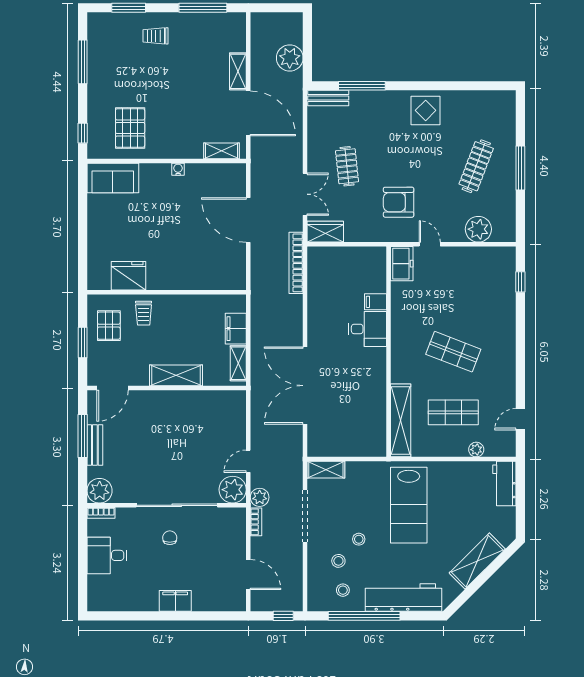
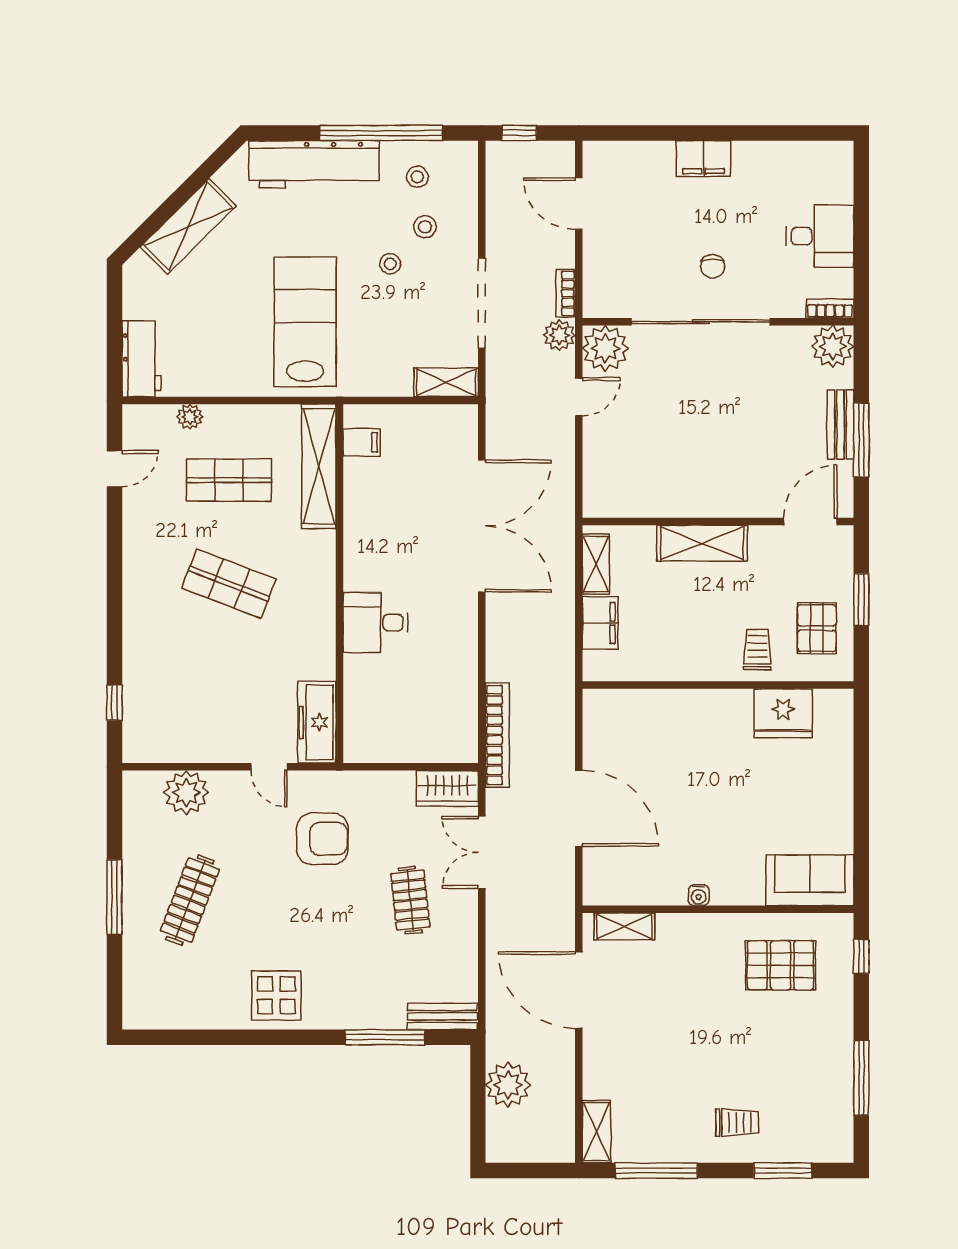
shelving: (238, 71) -> (597, 1132), moved
pallet: (130, 128) -> (780, 965), turned 90
freezer: (402, 264) -> (317, 722), width x1.40
filing cabinet: (376, 302) -> (362, 442), moved

